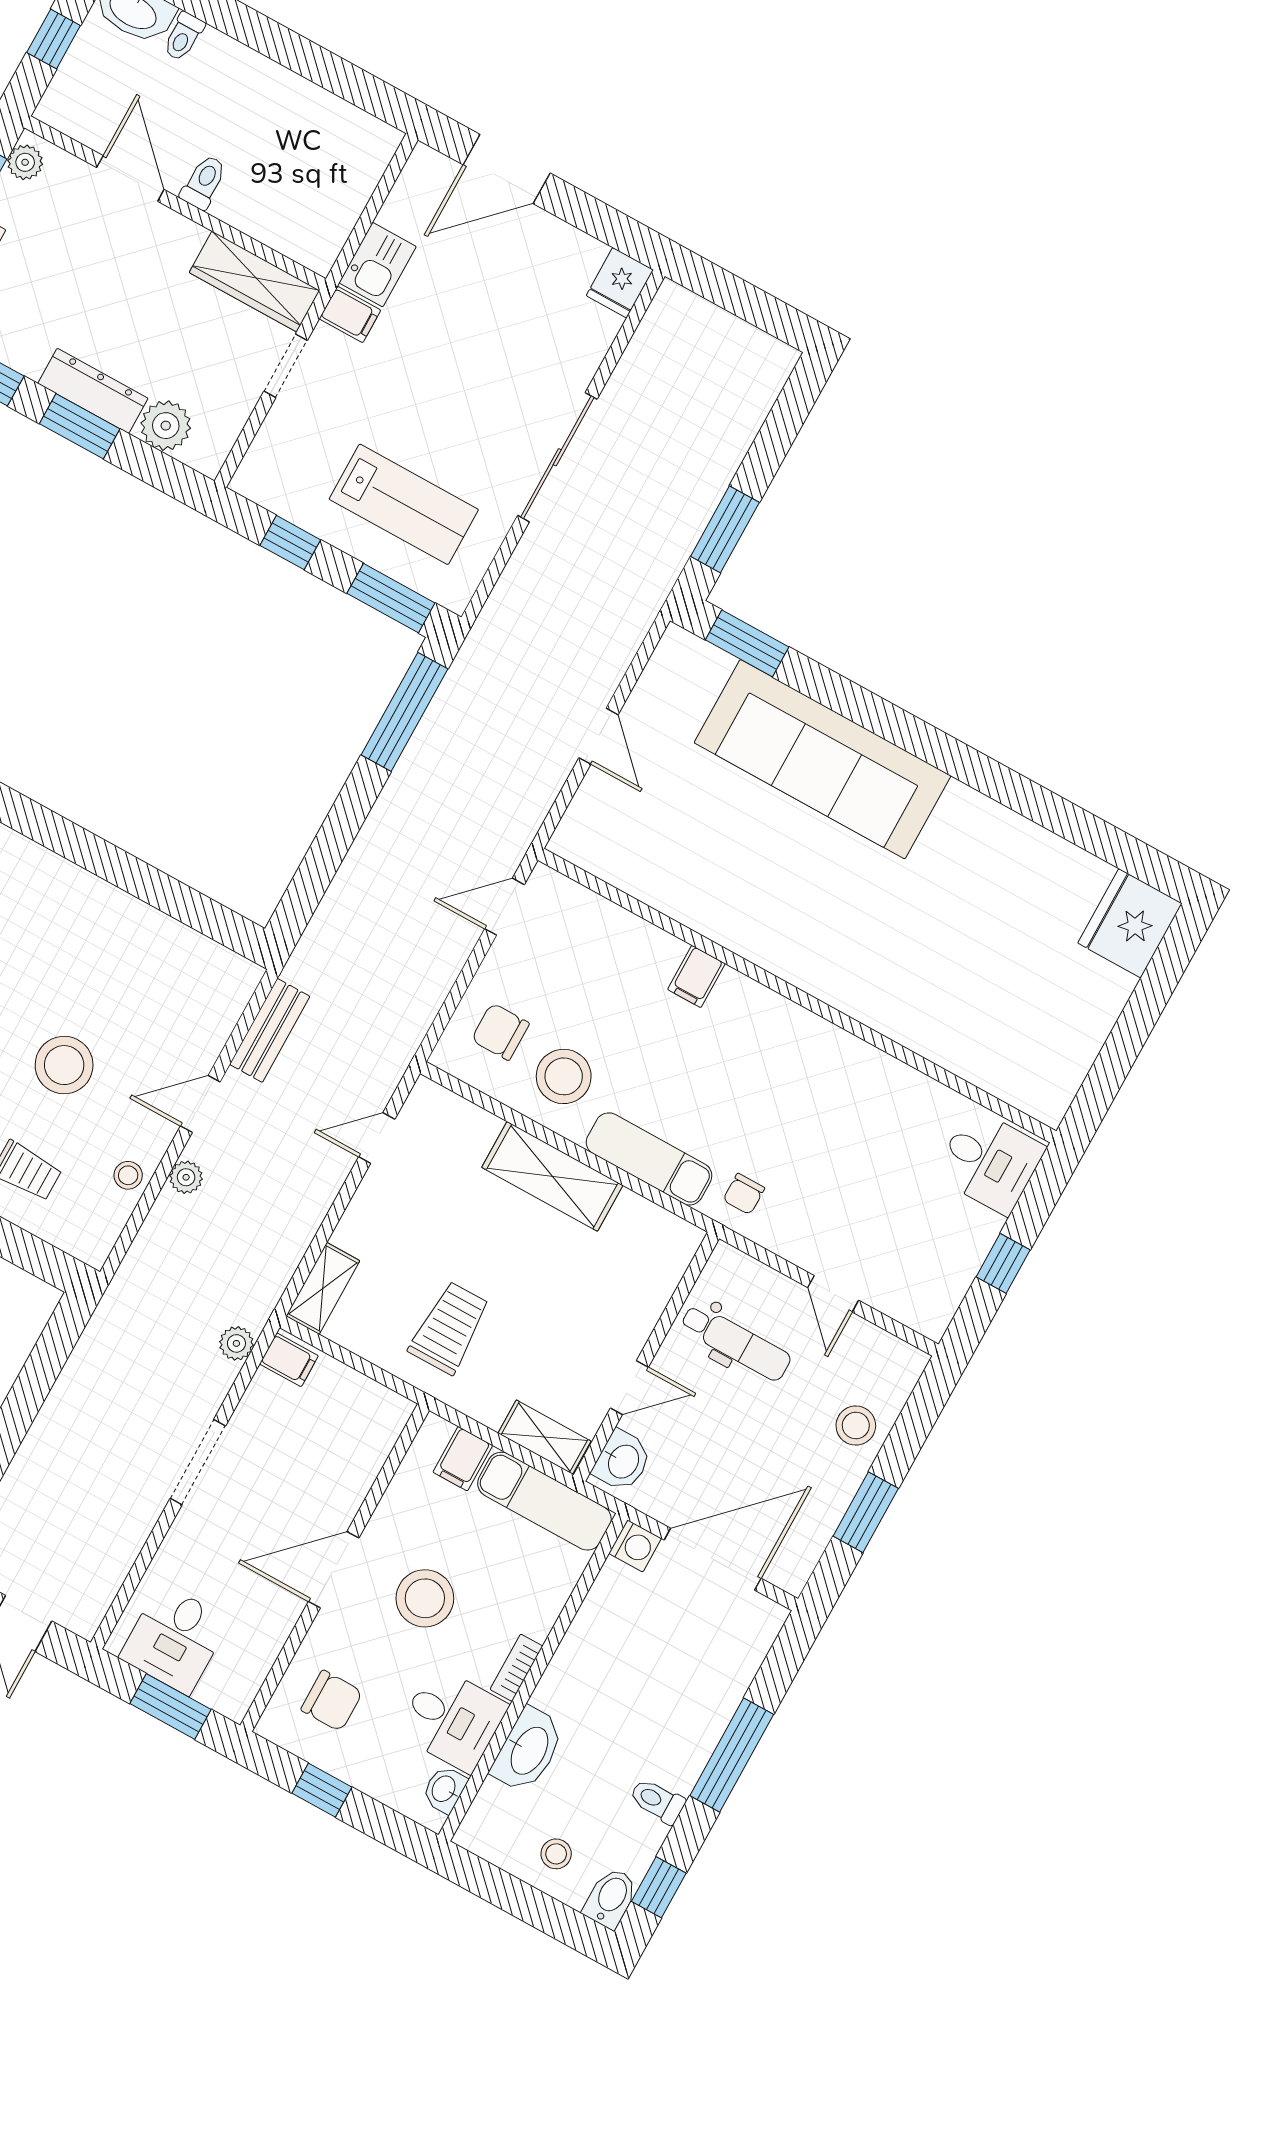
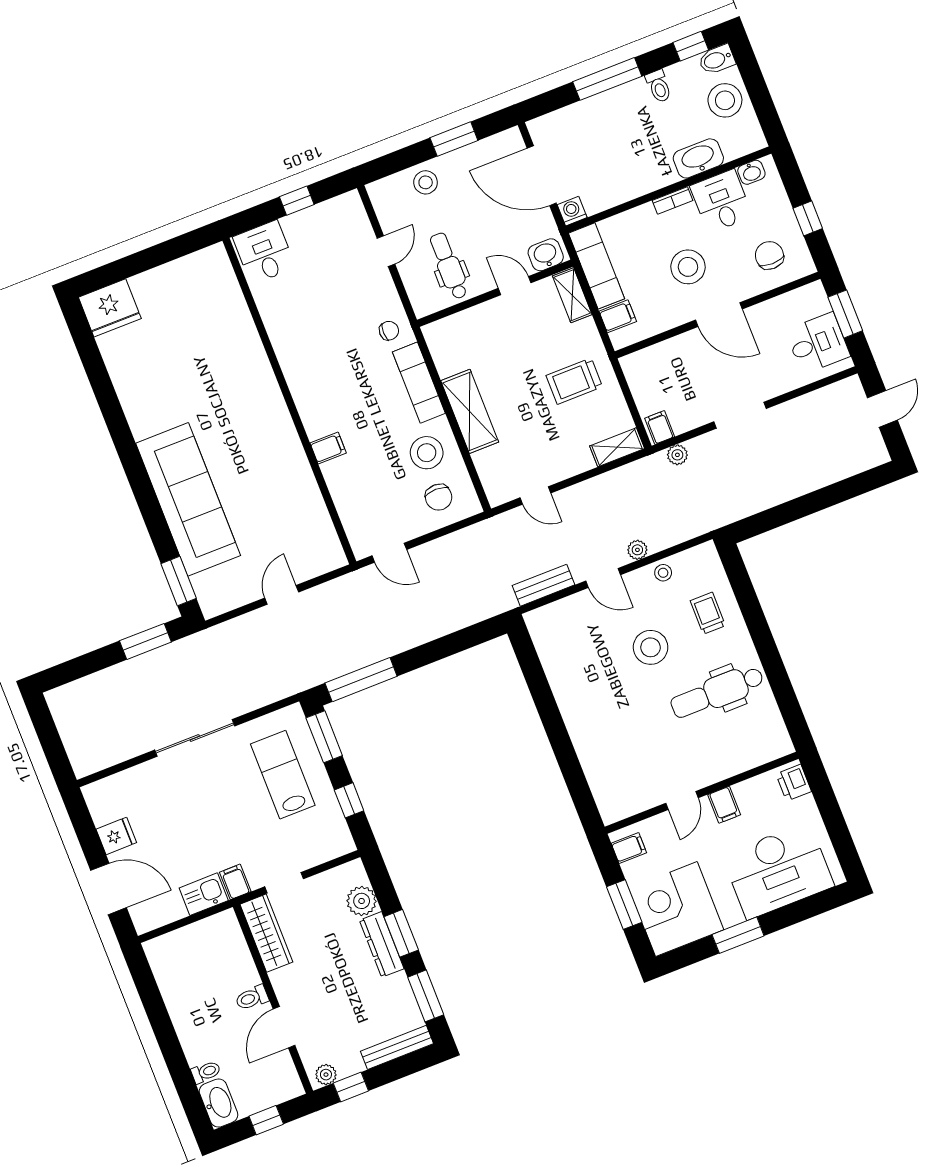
fridge: (620, 283) -> (116, 836), moved
stool: (556, 1854) -> (725, 100), width x1.89, depth x1.89

